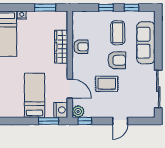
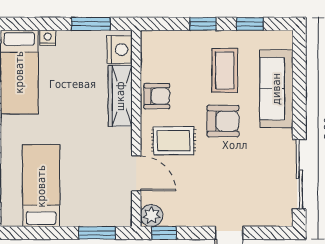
rug: (107, 84) -> (174, 141), moved
bed: (35, 95) -> (41, 186), moved
nightstand: (61, 110) -> (120, 50), moved

